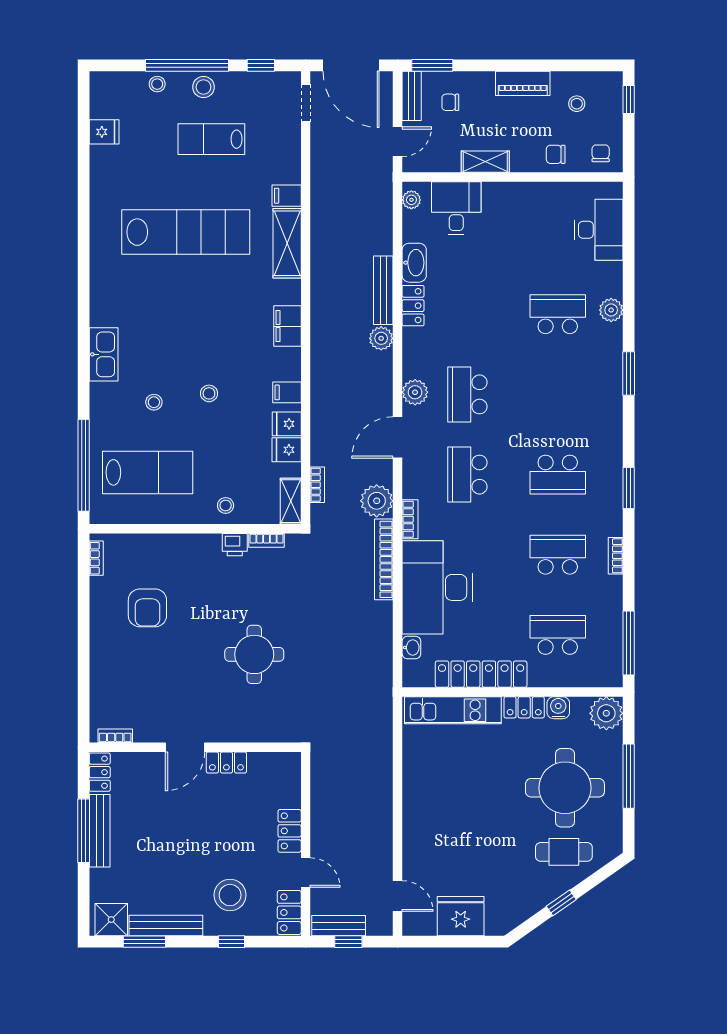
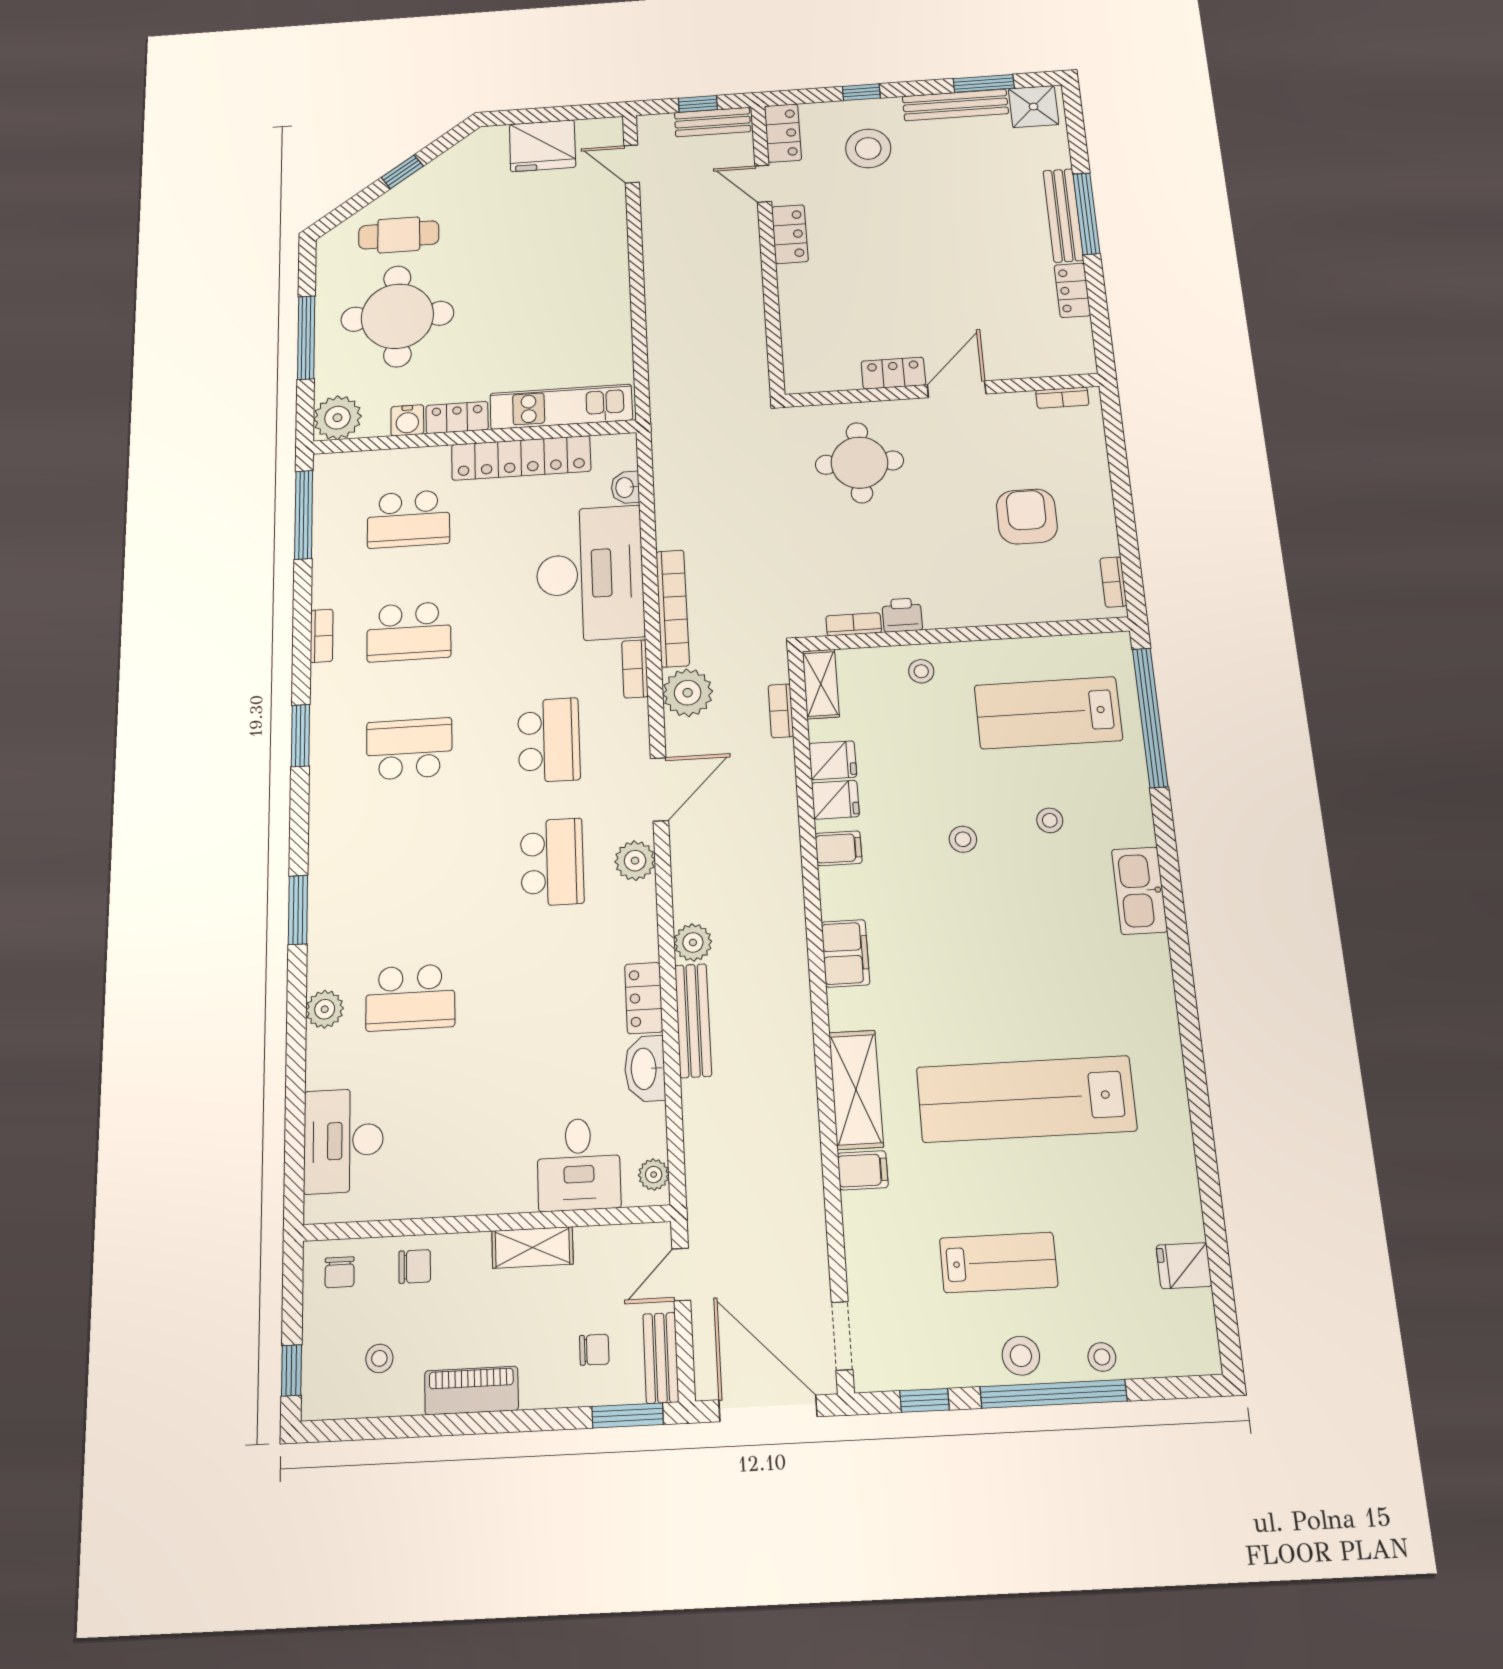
bookcase: (115, 736) -> (1062, 398), moved
door: (185, 747) -> (957, 389), moved
wall: (195, 747) -> (941, 390), moved
locker: (226, 762) -> (893, 373), moved

